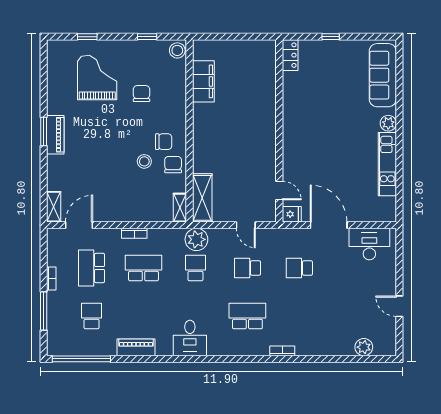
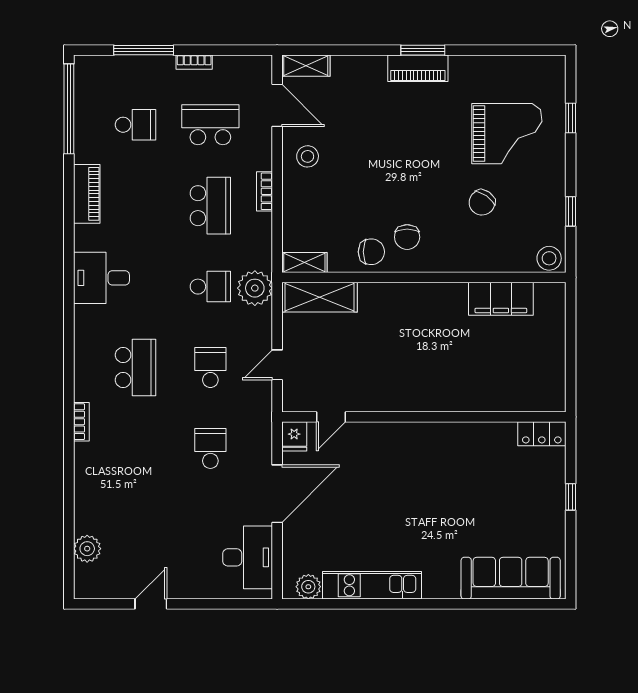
chair: (141, 94) -> (482, 202), turned 125
plant: (388, 123) -> (308, 587), moved
stool: (144, 161) -> (308, 156), moved

